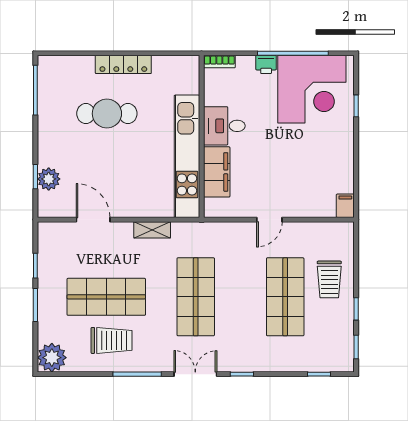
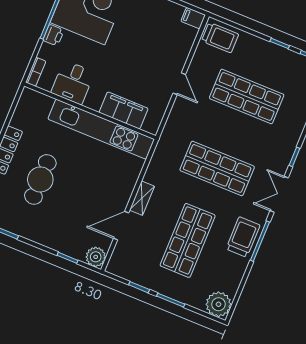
desk: (224, 126) -> (73, 82), moved
plant: (49, 179) -> (96, 257), moved
shelving: (152, 230) -> (142, 198), moved
trolley: (329, 279) -> (220, 38), moved
trolley: (112, 340) -> (243, 237), moved

